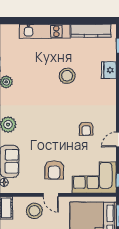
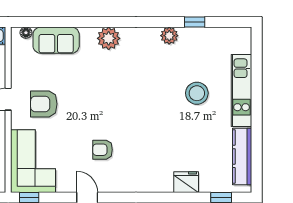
stool: (67, 76) -> (197, 93), moved

